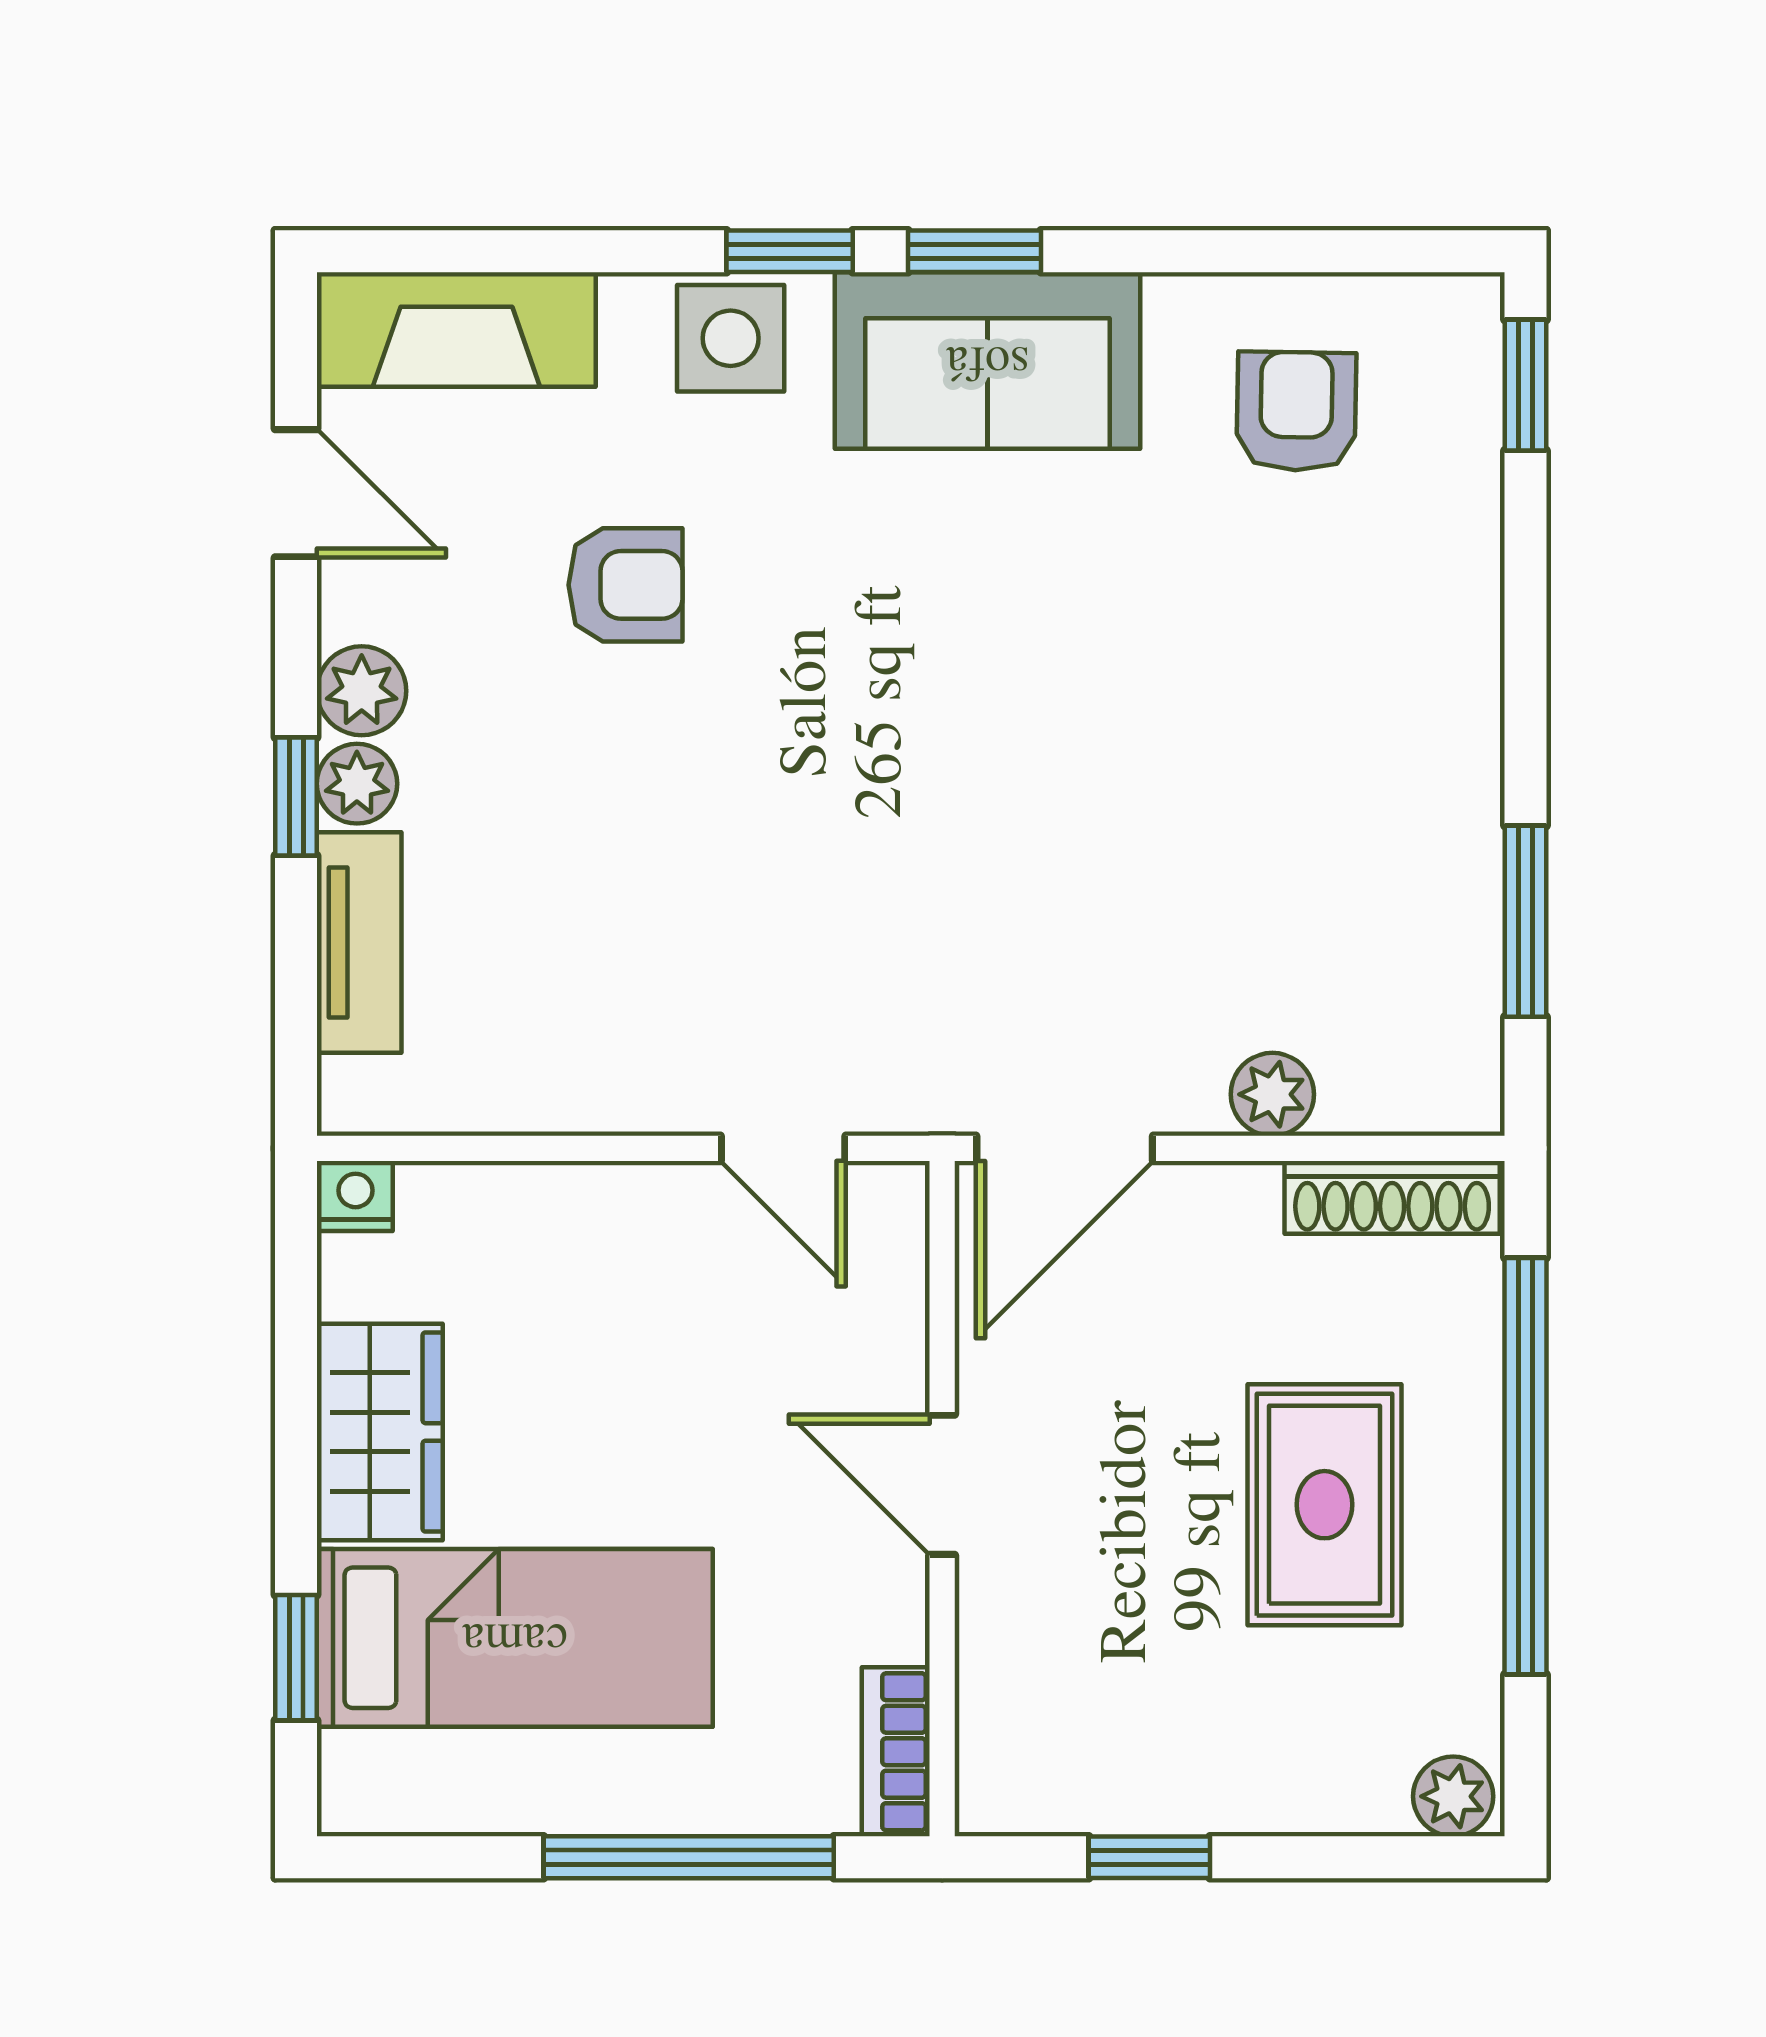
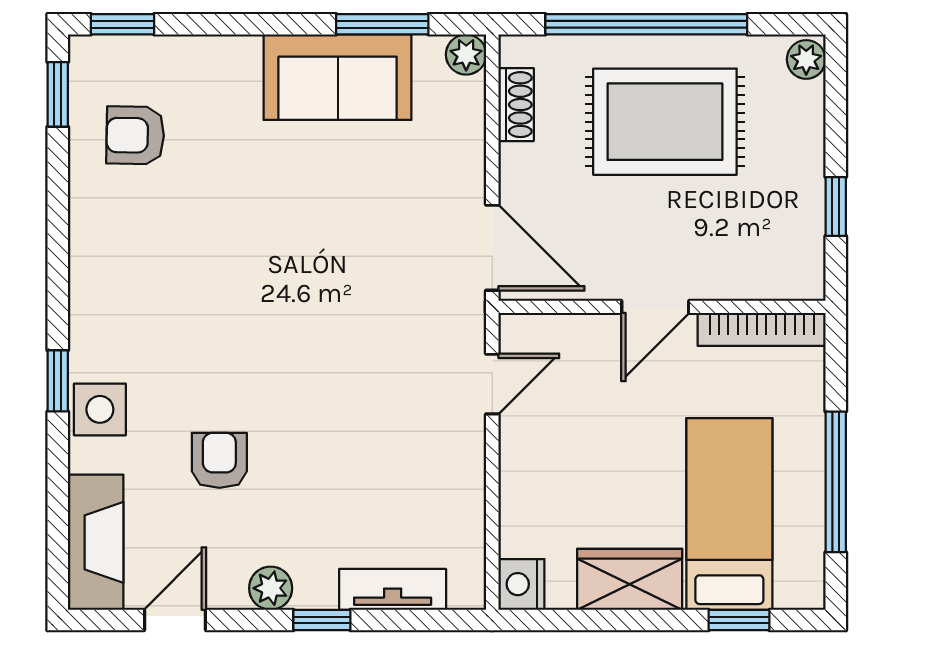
window: (974, 251) -> (58, 94), moved
sofa: (988, 361) -> (338, 77), moved, turned 90
plant: (357, 784) -> (316, 590), removed
plant: (1272, 1094) -> (466, 55), moved
nightstand: (355, 1196) -> (521, 584), width x1.39, depth x1.35
shoe rack: (1392, 1197) -> (516, 105), width x0.70
rug: (1324, 1505) -> (665, 122), width x1.36, depth x1.43
bookcase: (896, 1752) -> (762, 329), width x1.56
window: (689, 1857) -> (836, 482), moved

